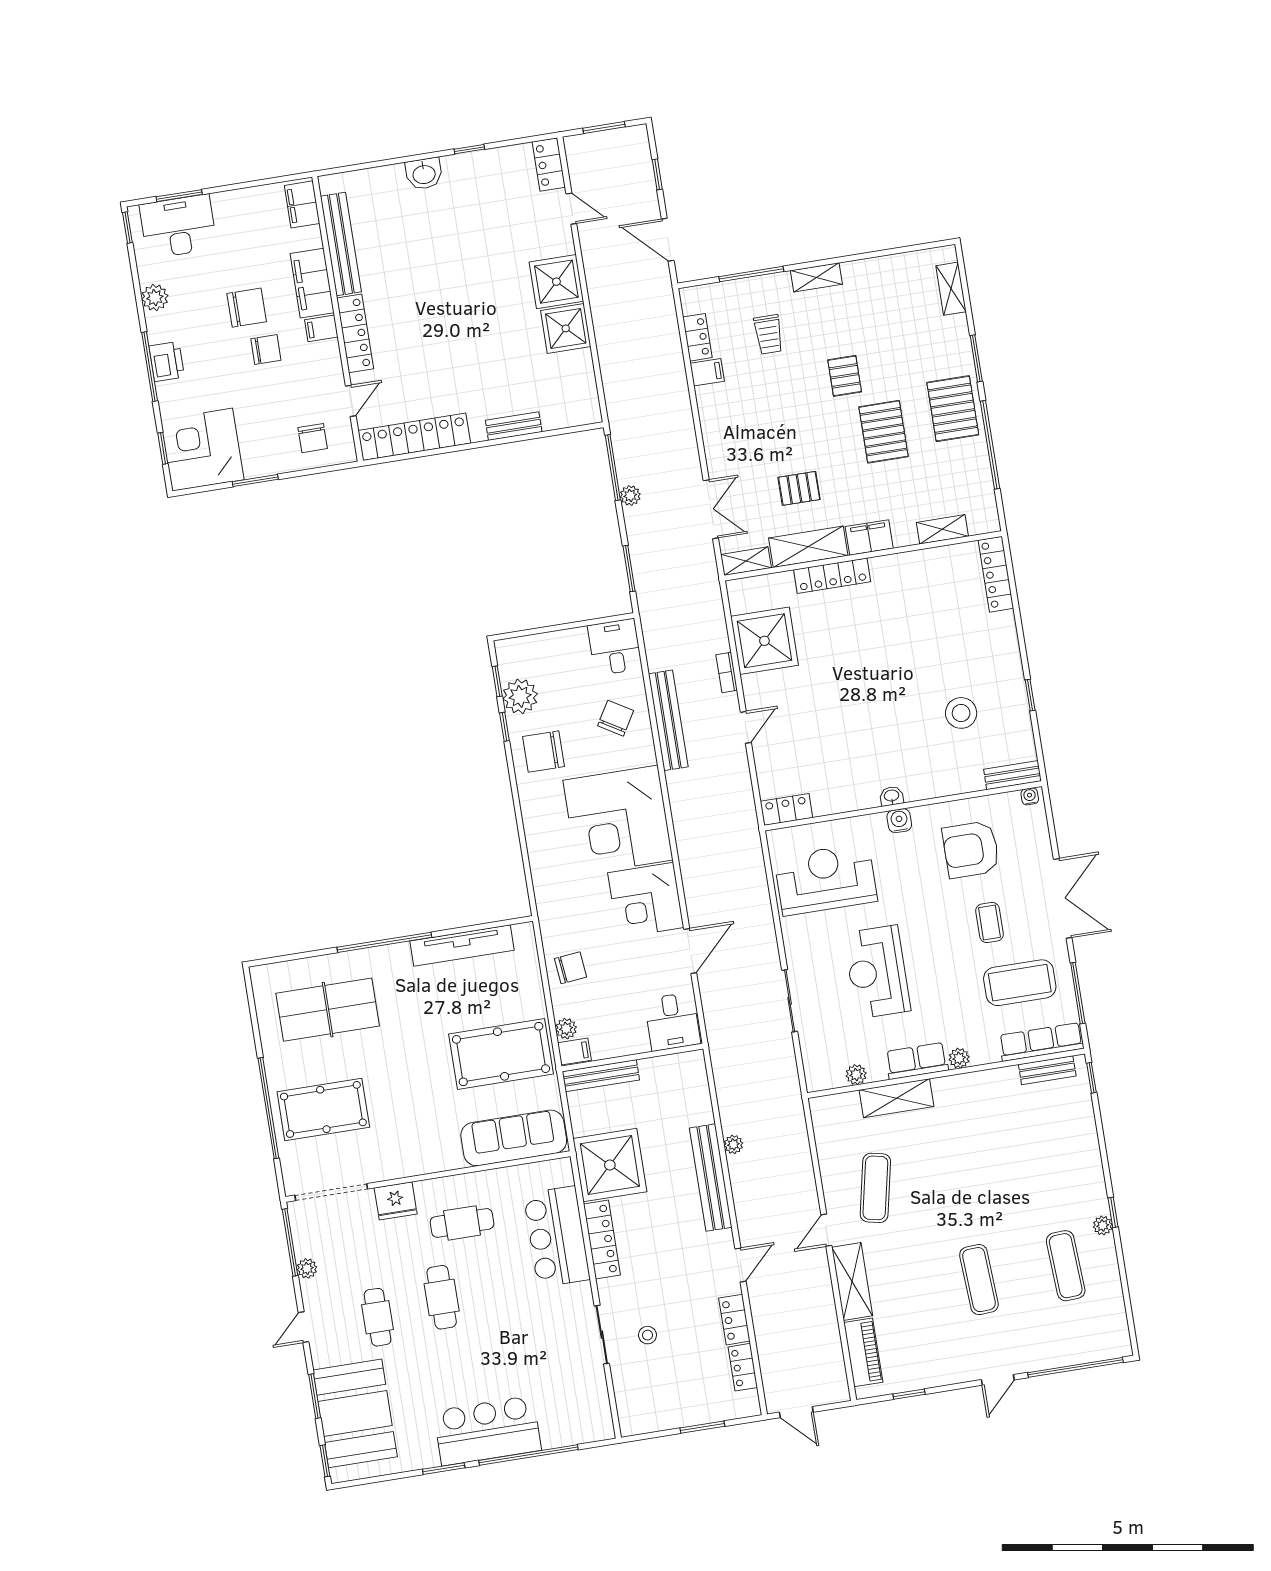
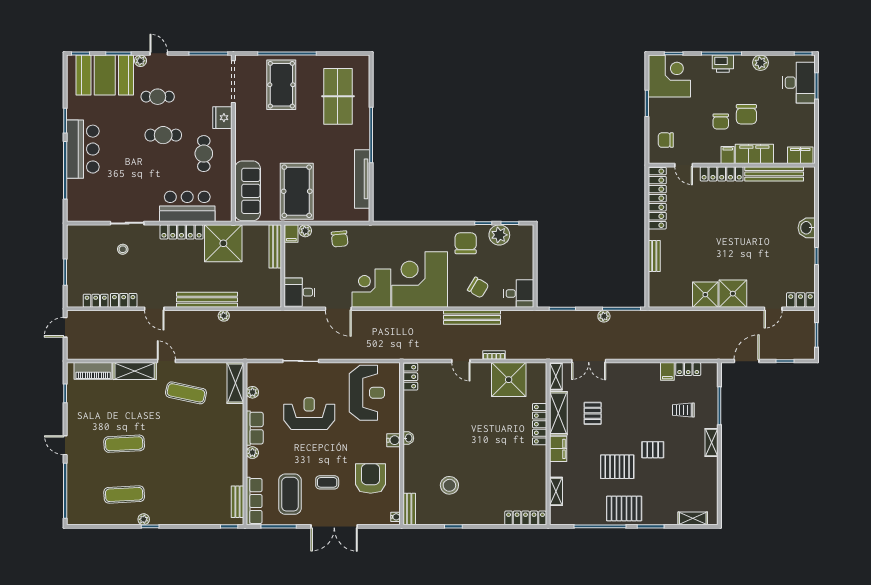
shelving: (896, 1098) -> (235, 383), moved
plant: (307, 1268) -> (140, 61), moved

